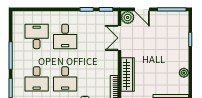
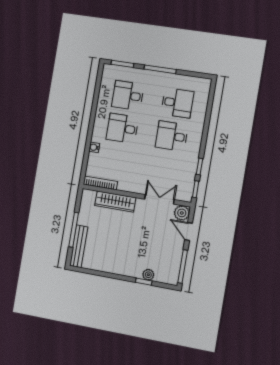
door: (142, 9) -> (189, 231), hinge flipped
plant: (184, 73) -> (148, 275), moved

